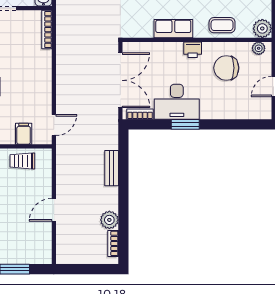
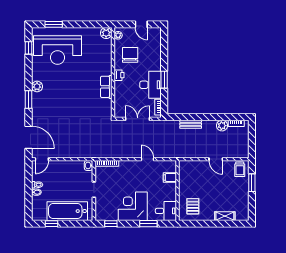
coffee table: (222, 25) -> (104, 57), removed
chair: (226, 68) -> (130, 55), turned 180
double door: (120, 80) -> (138, 119), width x0.73
door: (54, 125) -> (147, 159), moved
trolley: (22, 161) -> (240, 169), moved

